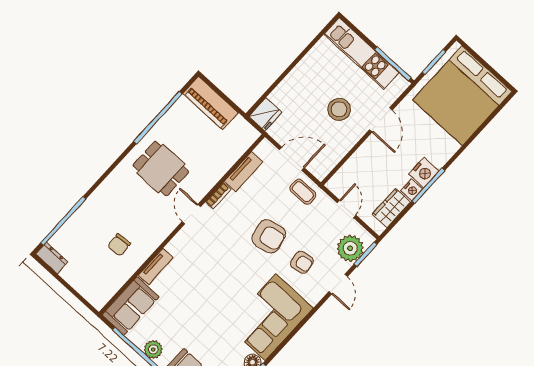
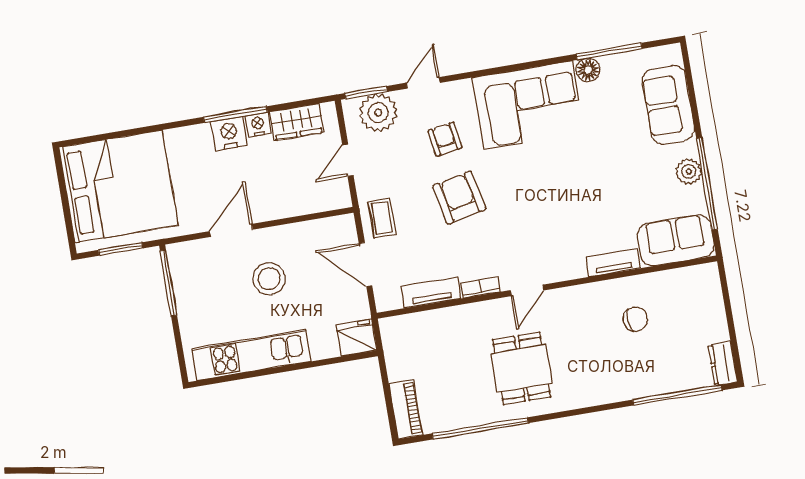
kitchen unit: (361, 53) -> (251, 355), moved, turned -90
piano: (211, 103) -> (406, 409), width x0.73, depth x0.75

